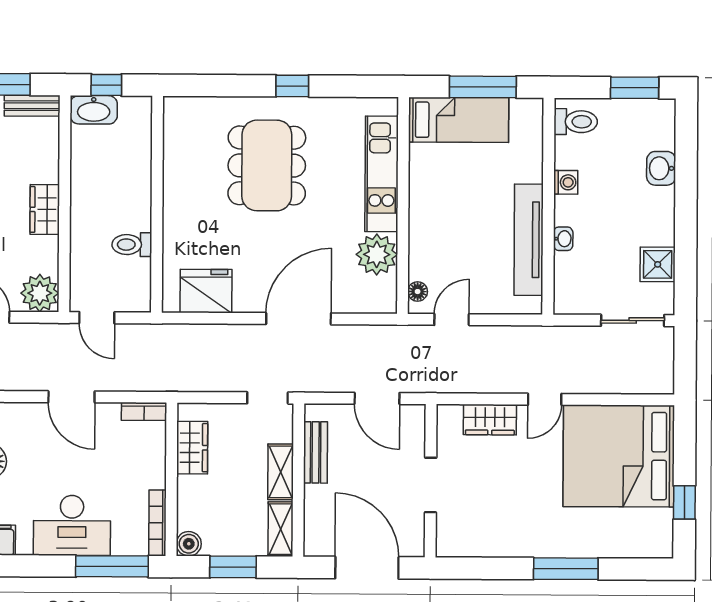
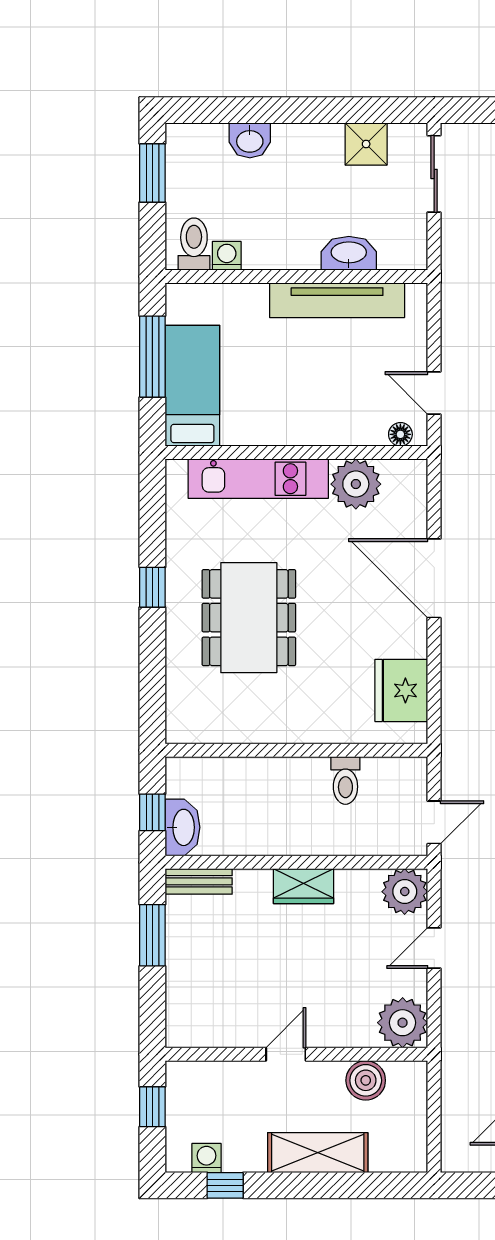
bench: (32, 106) -> (199, 881), moved, turned 90
dining table: (267, 165) -> (249, 618), turned 90
washing machine: (566, 182) -> (227, 256), moved
washbasin: (563, 239) -> (349, 253), width x1.91, depth x1.45

